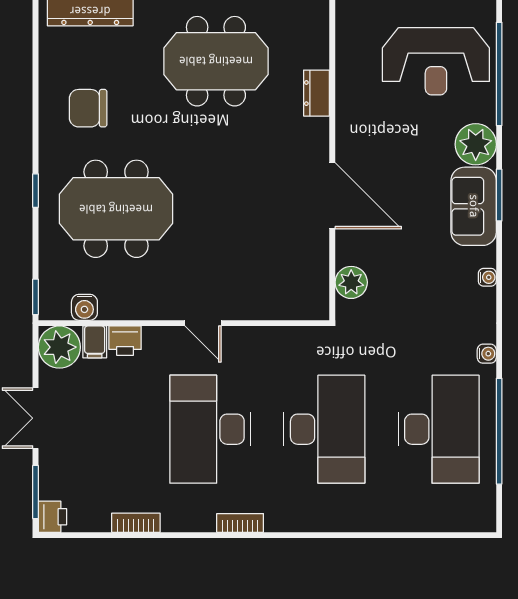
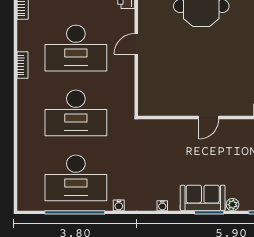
plant: (476, 144) -> (233, 205), width x0.53, depth x0.53
door: (332, 196) -> (209, 117), width x0.53
plant: (351, 282) -> (159, 128), removed
desk: (210, 429) -> (76, 48), turned 180

